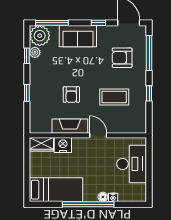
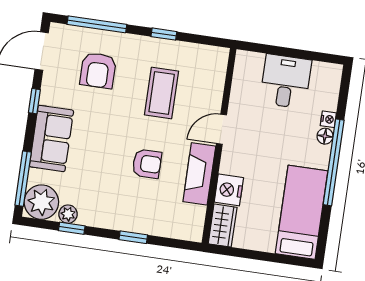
desk: (132, 164) -> (286, 81), width x0.73

